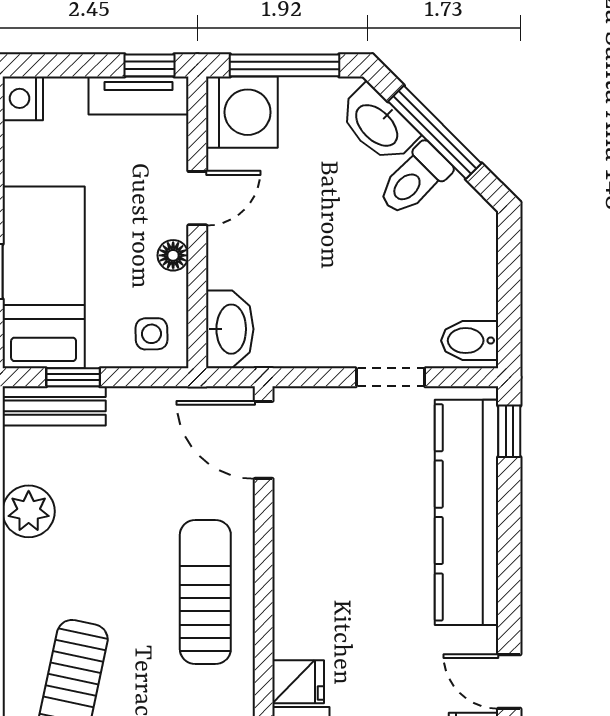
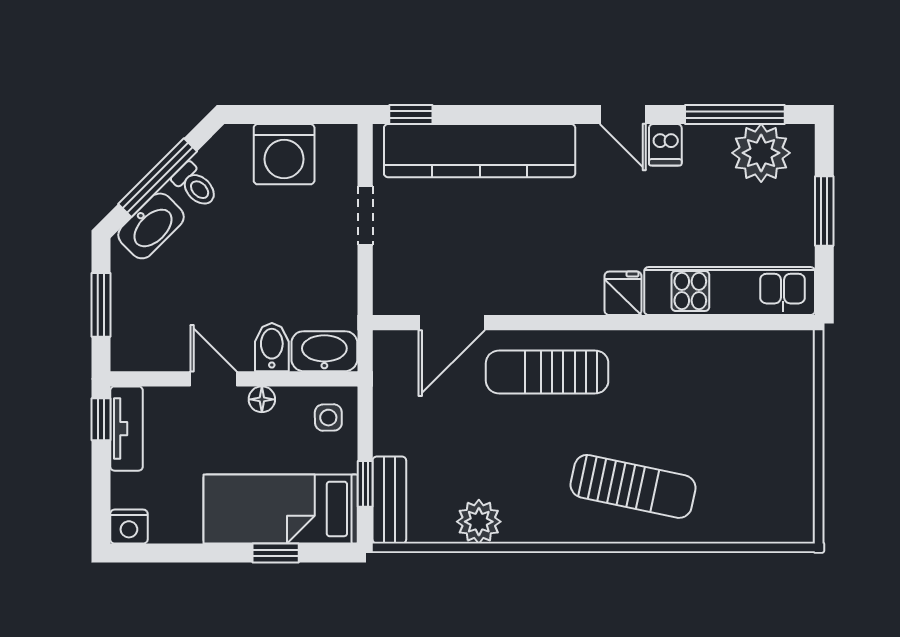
window: (285, 65) -> (101, 305), width x0.69
washing machine: (242, 112) -> (284, 154), moved, turned 180
toilet: (414, 180) -> (195, 185), width x0.73, depth x0.72
bidet: (470, 341) -> (272, 347), moved, turned 180
door: (264, 440) -> (452, 323), moved
door: (509, 682) -> (623, 115), hinge flipped

